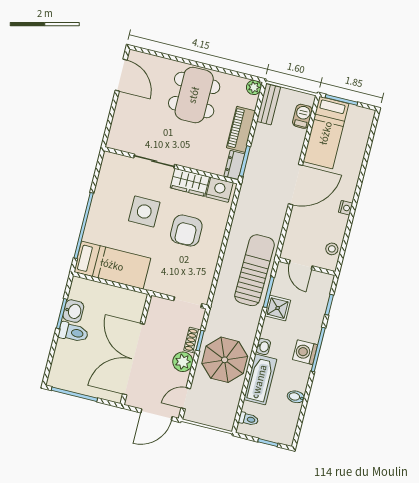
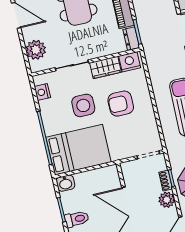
plant: (123, 124) -> (36, 50), added
nightstand: (107, 174) -> (42, 92), added
armchair: (186, 230) -> (121, 104), turned 90
bed: (112, 265) -> (79, 150), width x1.50
washbasin: (73, 311) -> (66, 183), moved, turned 90

